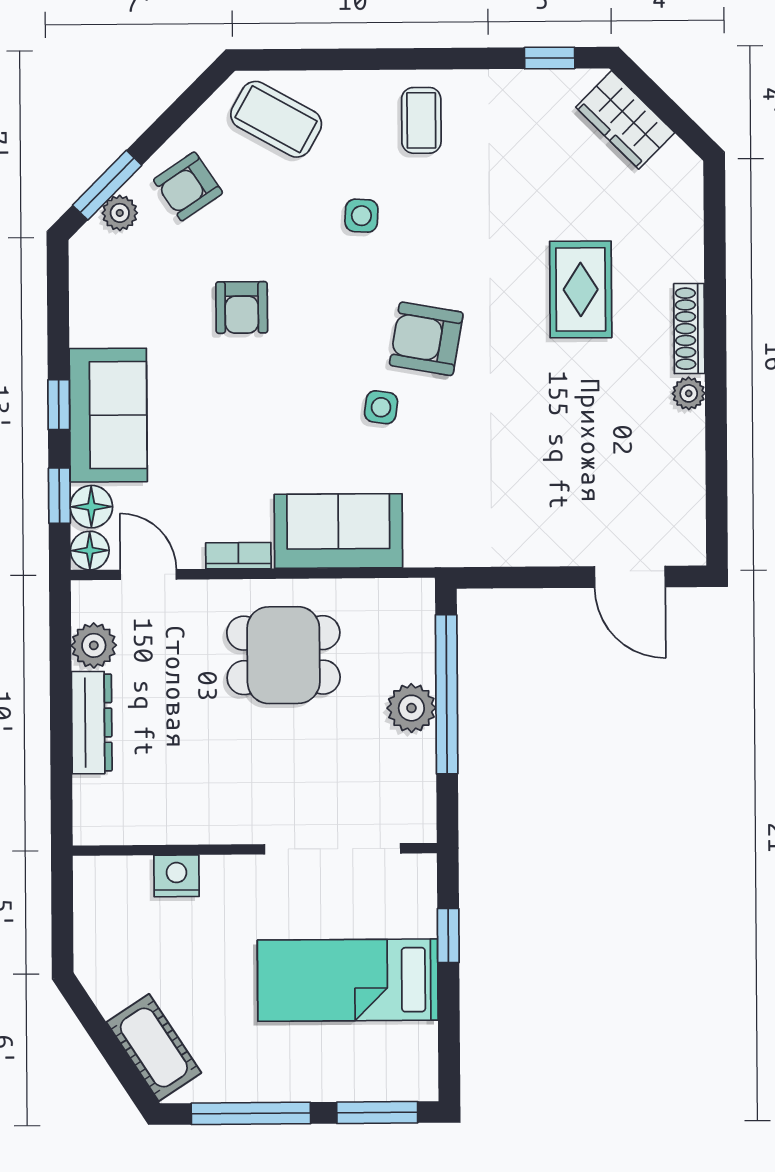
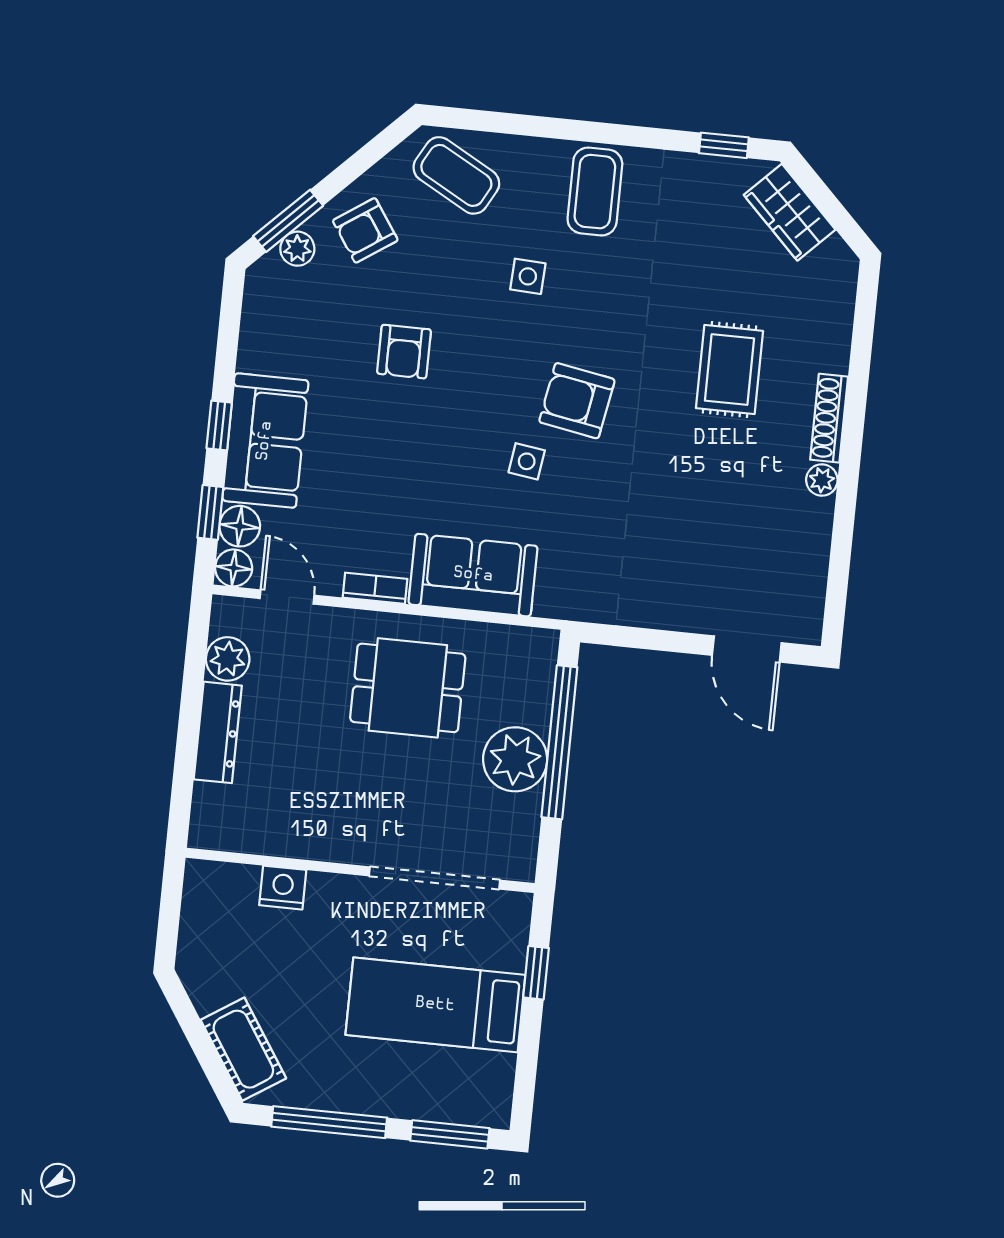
coffee table: (421, 120) -> (595, 192), width x1.36, depth x1.30
plant: (411, 708) -> (515, 759), width x1.36, depth x1.36

